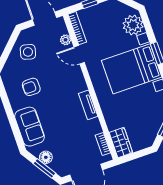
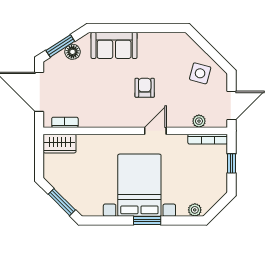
plant: (133, 25) -> (195, 210), width x0.53, depth x0.53
door: (79, 55) -> (155, 131), moved
armchair: (31, 87) -> (145, 88), moved
tv unit: (88, 105) -> (116, 121), removed

